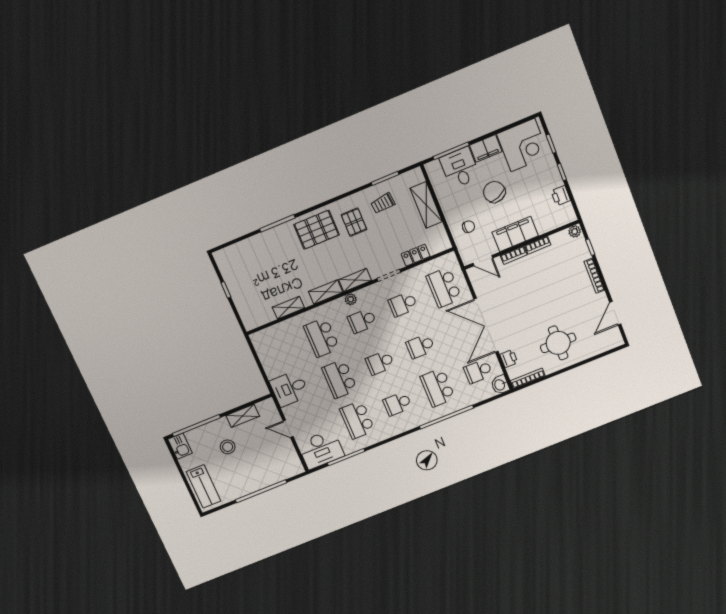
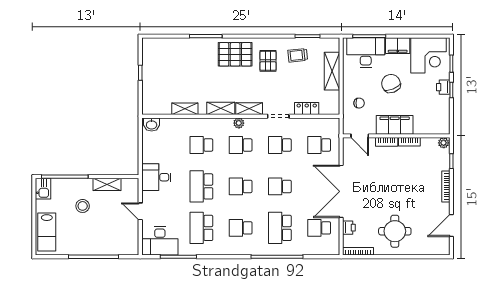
desk: (460, 168) -> (366, 53), width x1.37
printer: (561, 196) -> (443, 87), moved
school desk: (444, 287) -> (319, 145), width x0.54
school desk: (322, 337) -> (201, 145), width x0.54
washbasin: (500, 385) -> (152, 125), moved, turned -90

